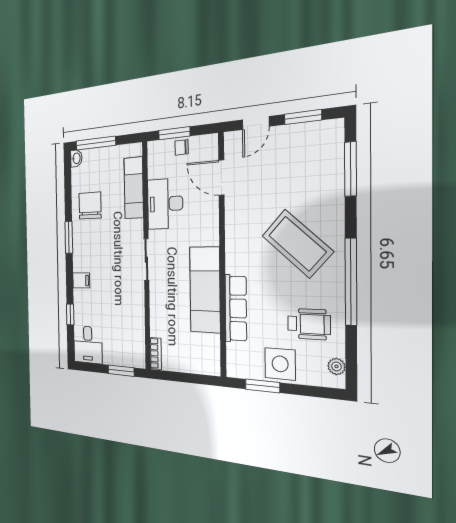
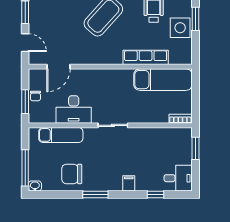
exam couch: (205, 290) -> (163, 80), moved
window: (263, 386) -> (196, 19), moved

